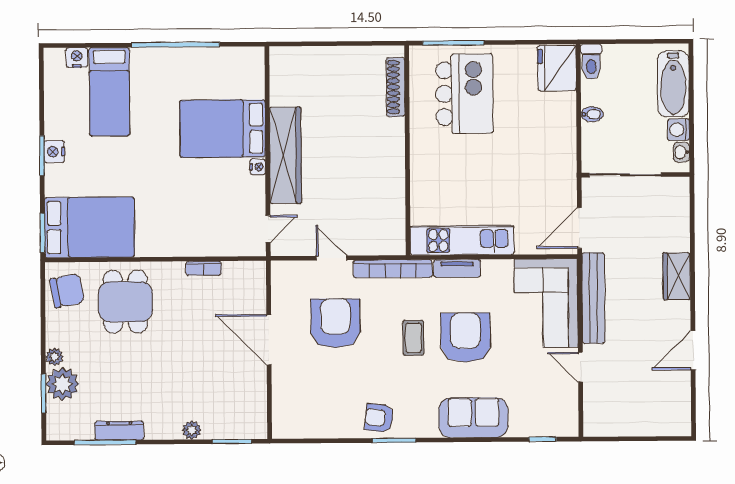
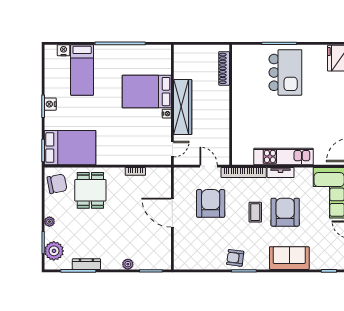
shoe rack: (396, 87) -> (224, 68), moved
wall: (407, 150) -> (231, 105), moved
plant: (62, 384) -> (54, 251), moved

